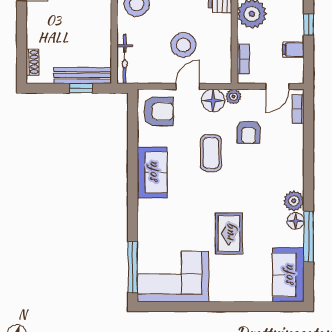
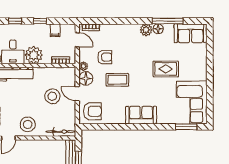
armchair: (159, 111) -> (92, 111), turned 90
sofa: (152, 172) -> (141, 115), moved
window: (133, 267) -> (186, 127), width x0.69

